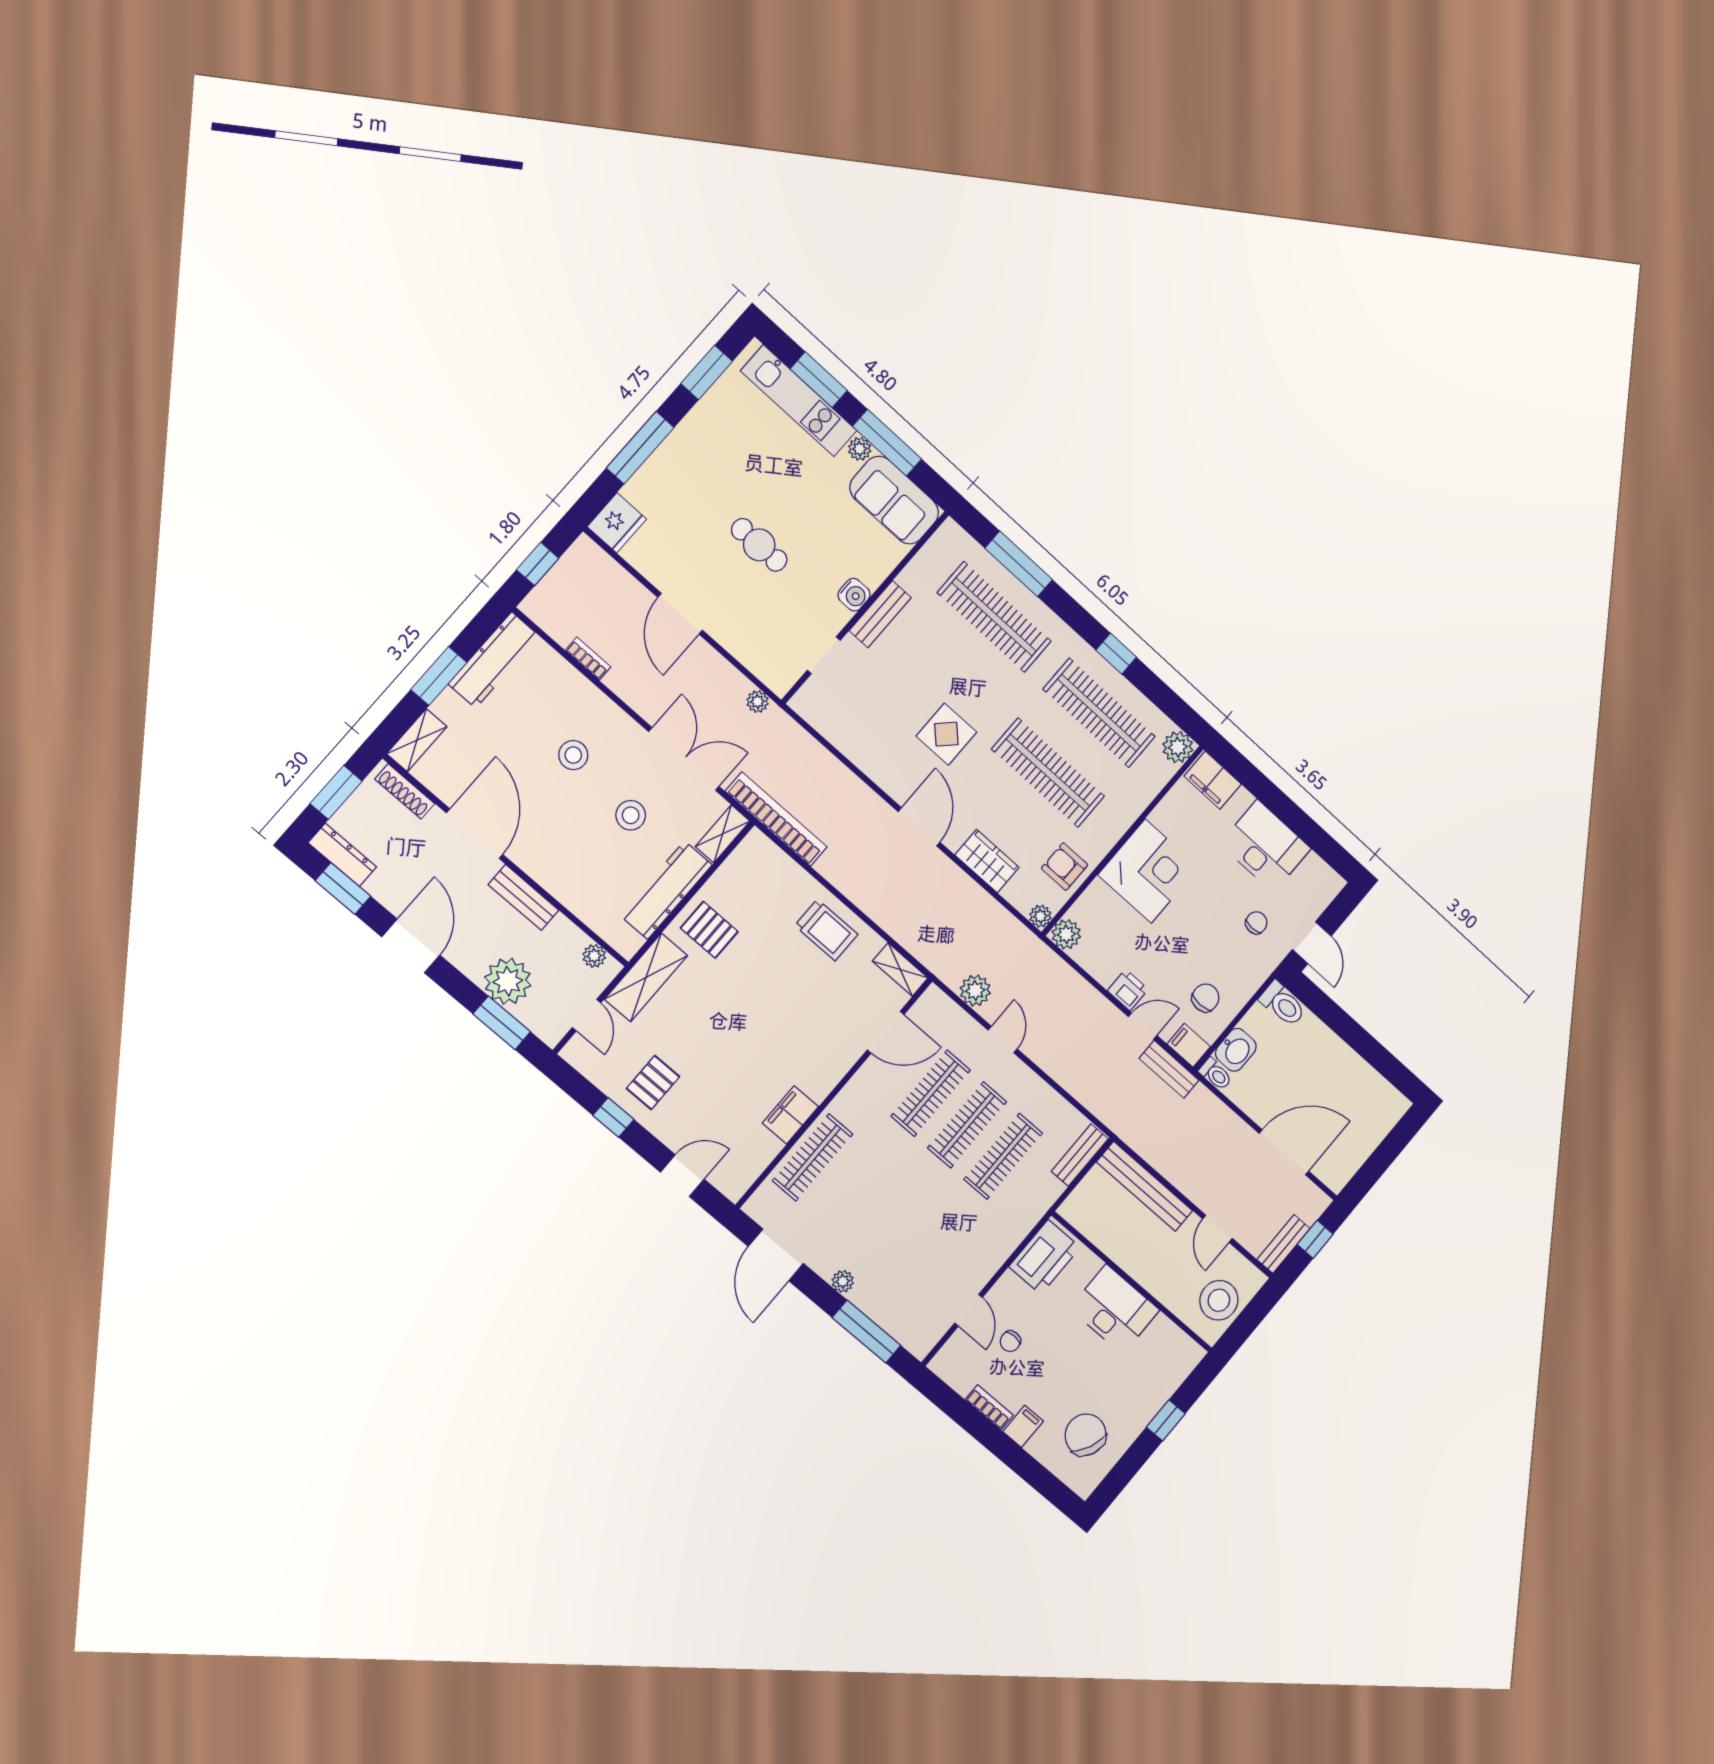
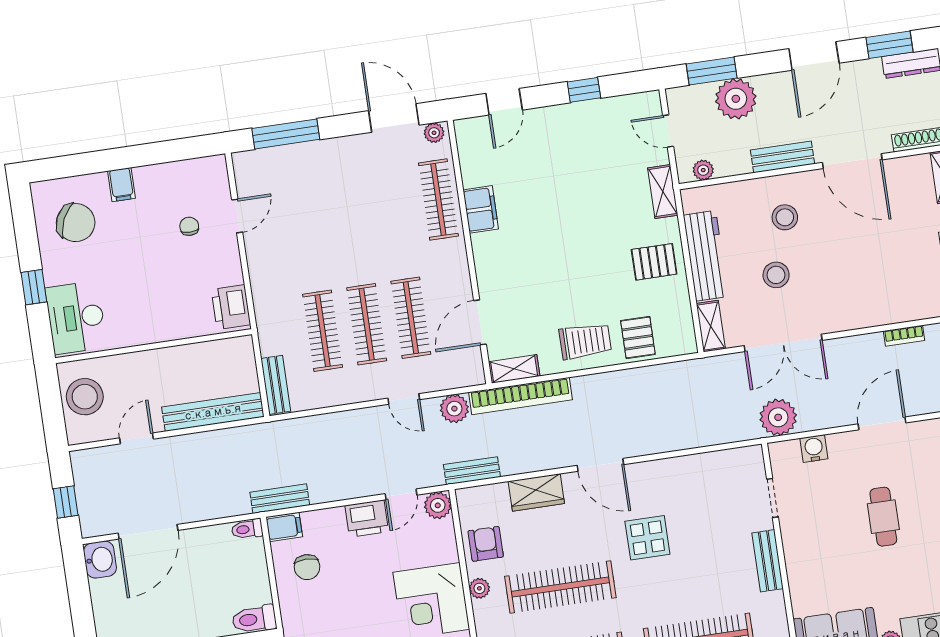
cafe table: (759, 545) -> (883, 517), turned 90
water cooler: (854, 595) -> (814, 449), moved, turned 90
door: (680, 614) -> (882, 423), hinge flipped
plant: (758, 702) -> (778, 417), width x1.87, depth x1.87
stool: (573, 755) -> (785, 217), moved
bookcase: (776, 819) -> (520, 396), moved
armchair: (1065, 867) -> (486, 544), turned -90
plant: (1040, 916) -> (479, 588), moved
trolley: (826, 930) -> (585, 341), turned 180
door: (411, 946) -> (814, 56), hinge flipped
shelving: (646, 977) -> (663, 192), width x0.67, depth x0.75
printer: (1128, 990) -> (367, 519), width x1.36, depth x1.24
door: (1143, 1026) -> (401, 494), moved
washbasin: (1236, 1050) -> (100, 560), moved, turned 180
pallet: (653, 1082) -> (638, 338), moved
door: (1217, 1229) -> (136, 438), hinge flipped
bench: (1283, 1244) -> (472, 471), moved, turned 90
printer: (1045, 1257) -> (231, 307), width x0.73, depth x0.84
plant: (843, 1281) -> (434, 133), moved
desk: (1115, 1309) -> (76, 318), moved, turned 90
door: (968, 1310) -> (237, 216), swing flipped
bookcase: (989, 1407) -> (156, 173), removed

